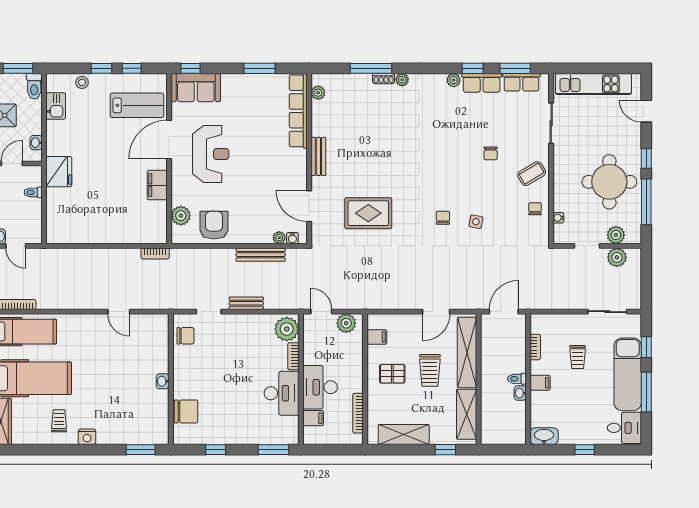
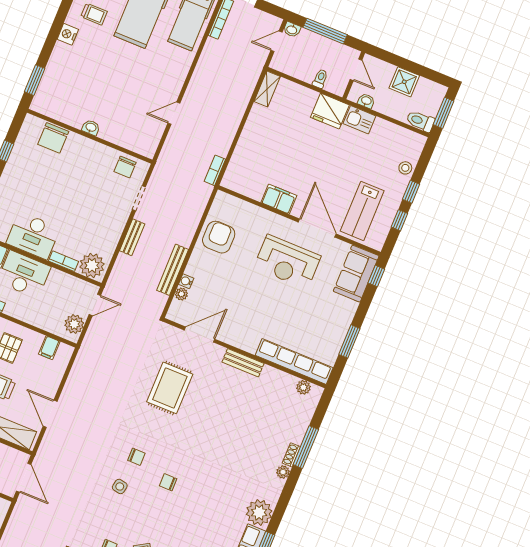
plant: (454, 80) -> (259, 513), width x1.88, depth x1.88
kitchen sink: (56, 106) -> (359, 120), moved
chair: (491, 153) -> (168, 482), moved
plant: (181, 216) -> (241, 209), removed
armchair: (214, 225) -> (219, 237), turned -90
shelving: (62, 237) -> (267, 89), added
water cooler: (292, 238) -> (186, 281), moved

